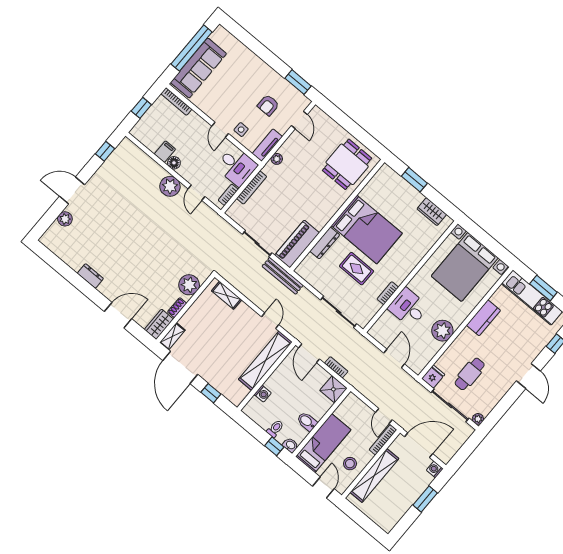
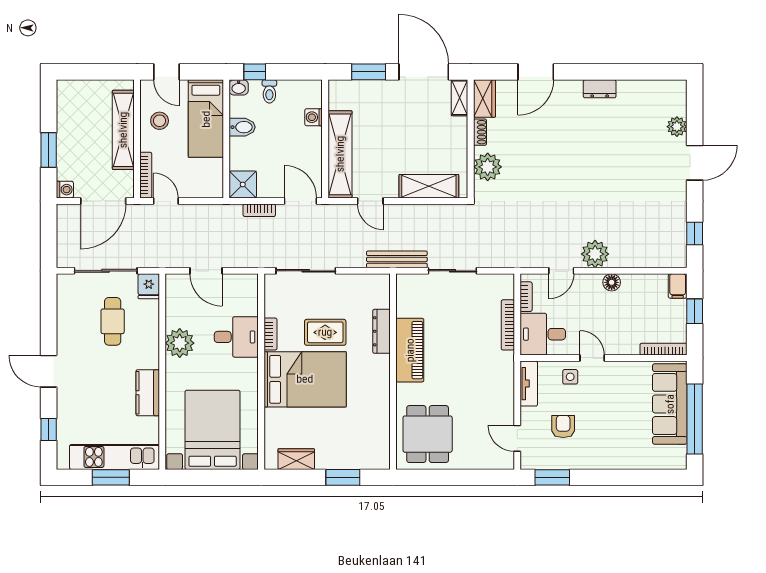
filing cabinet: (165, 152) -> (678, 286), moved
plant: (277, 159) -> (507, 377), removed
door: (197, 193) -> (561, 271), swing flipped
bed: (367, 229) -> (305, 379), moved, turned 180
piano: (297, 244) -> (410, 350), moved
shelving: (227, 295) -> (429, 186), width x1.50, depth x1.33
window: (211, 393) -> (369, 72), width x1.50
plant: (478, 419) -> (64, 281), removed

